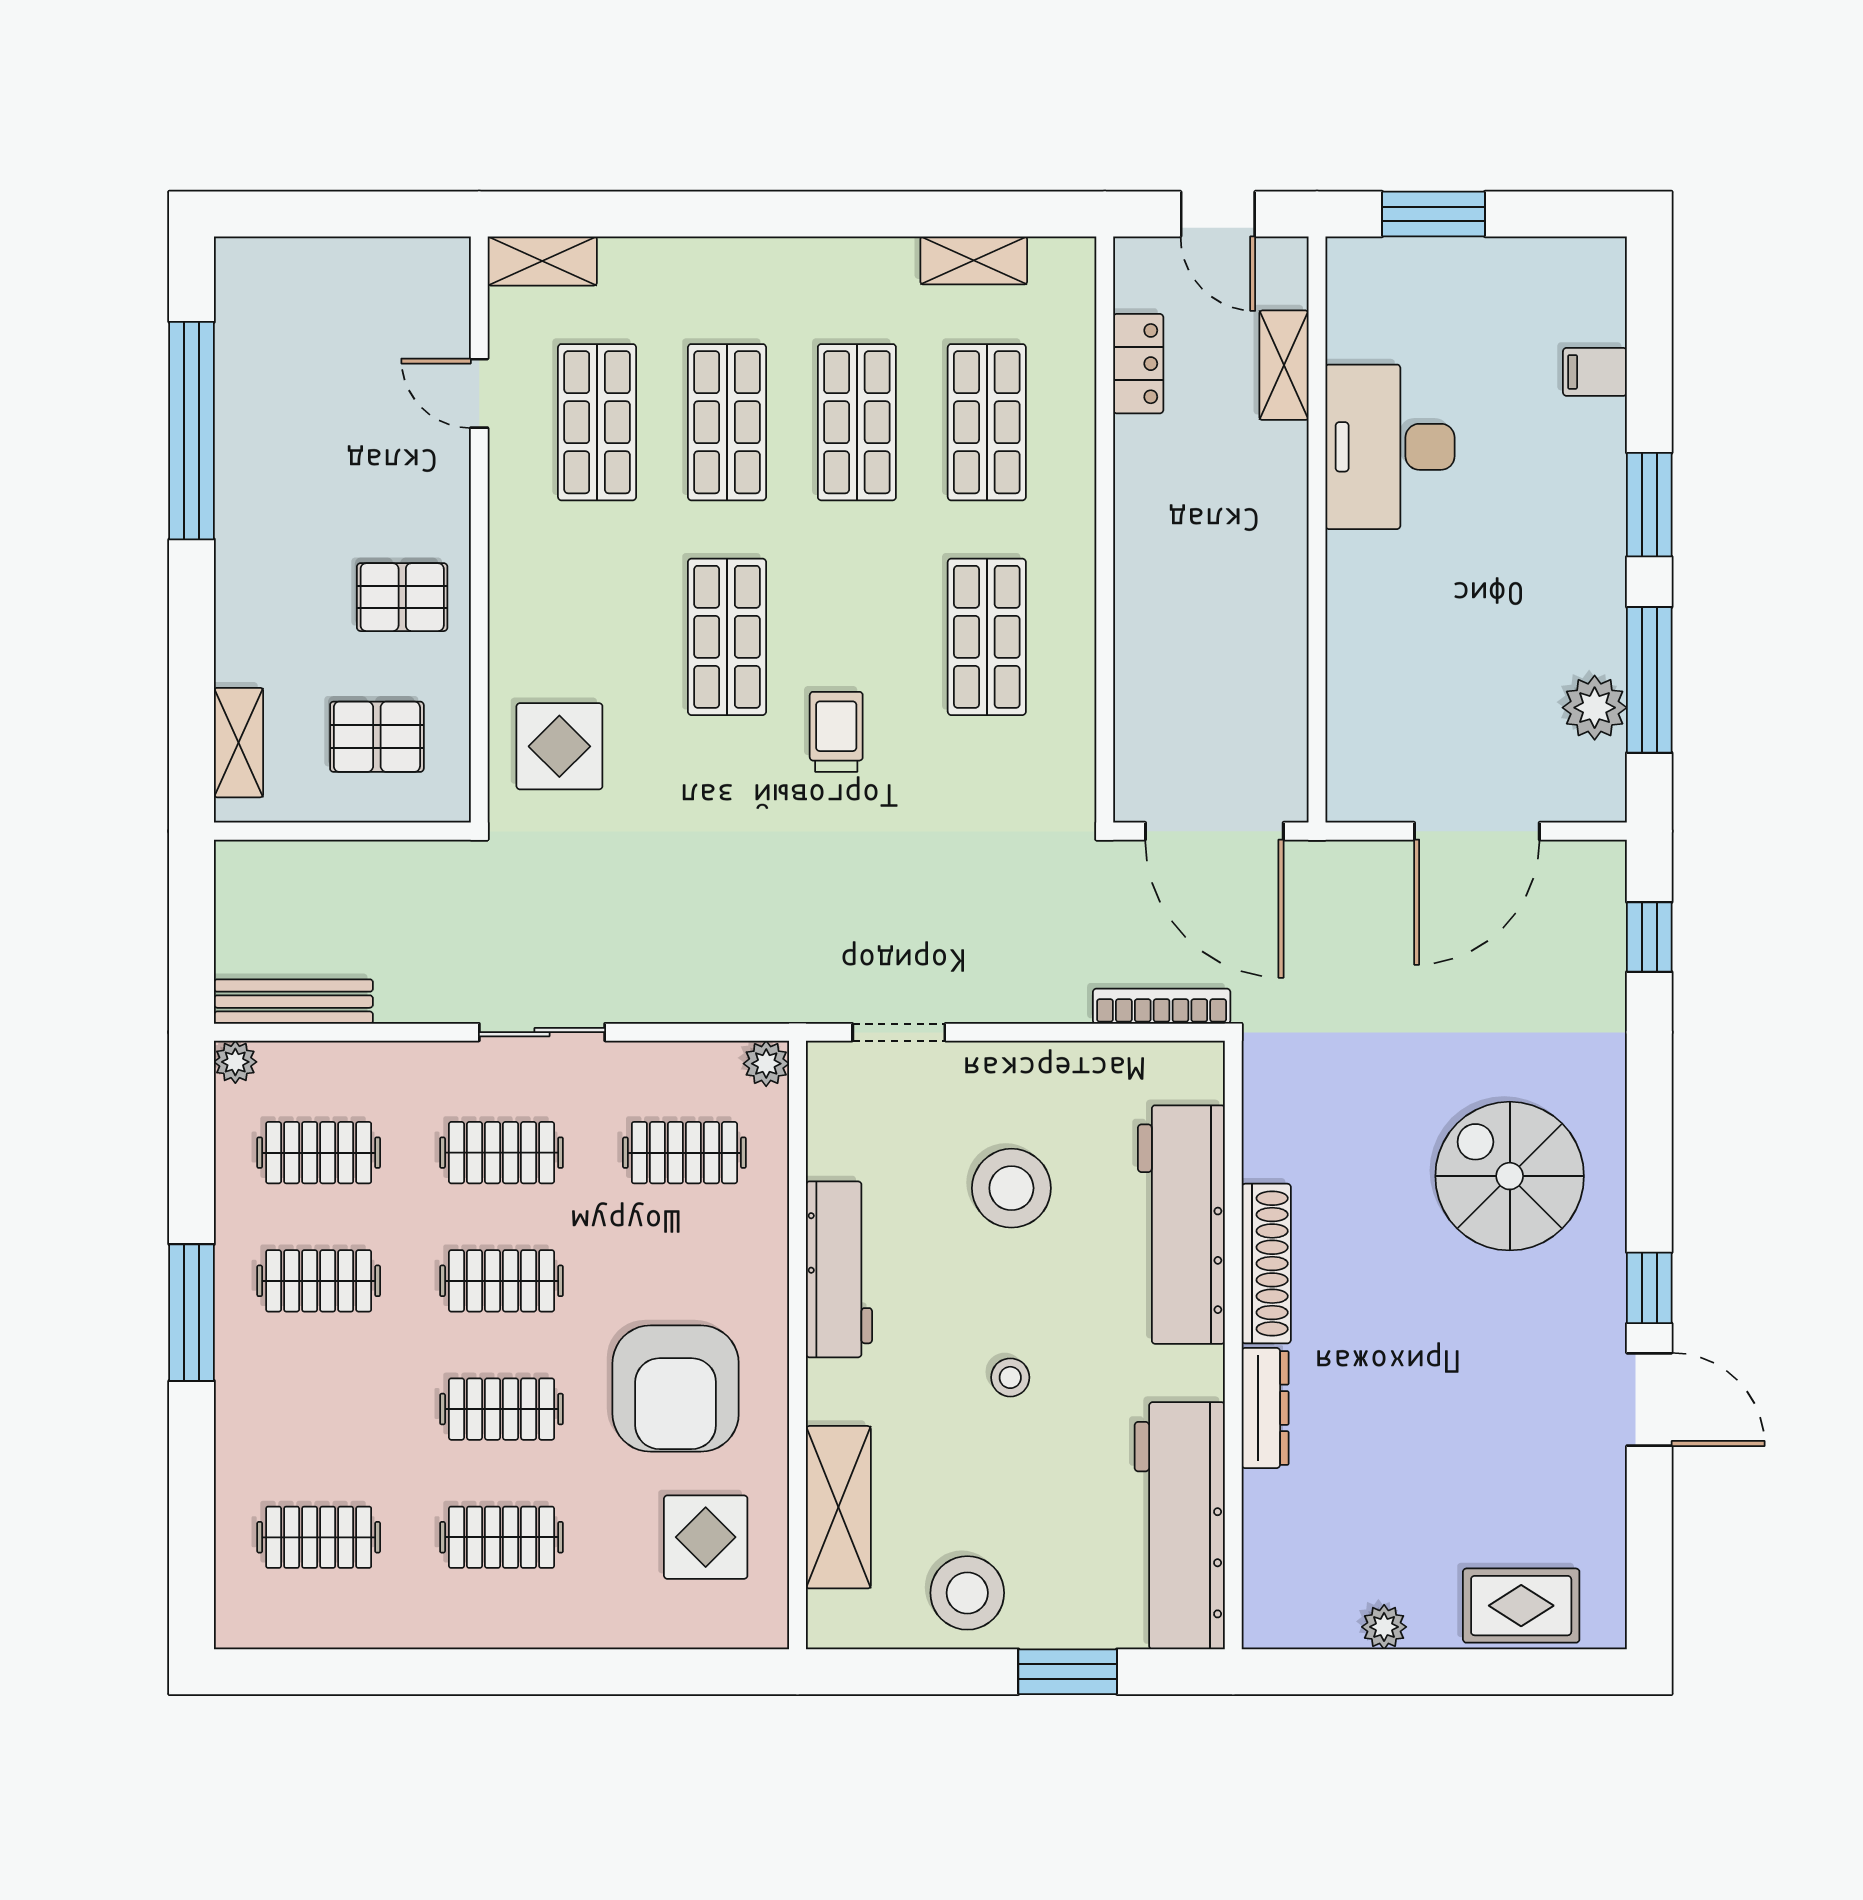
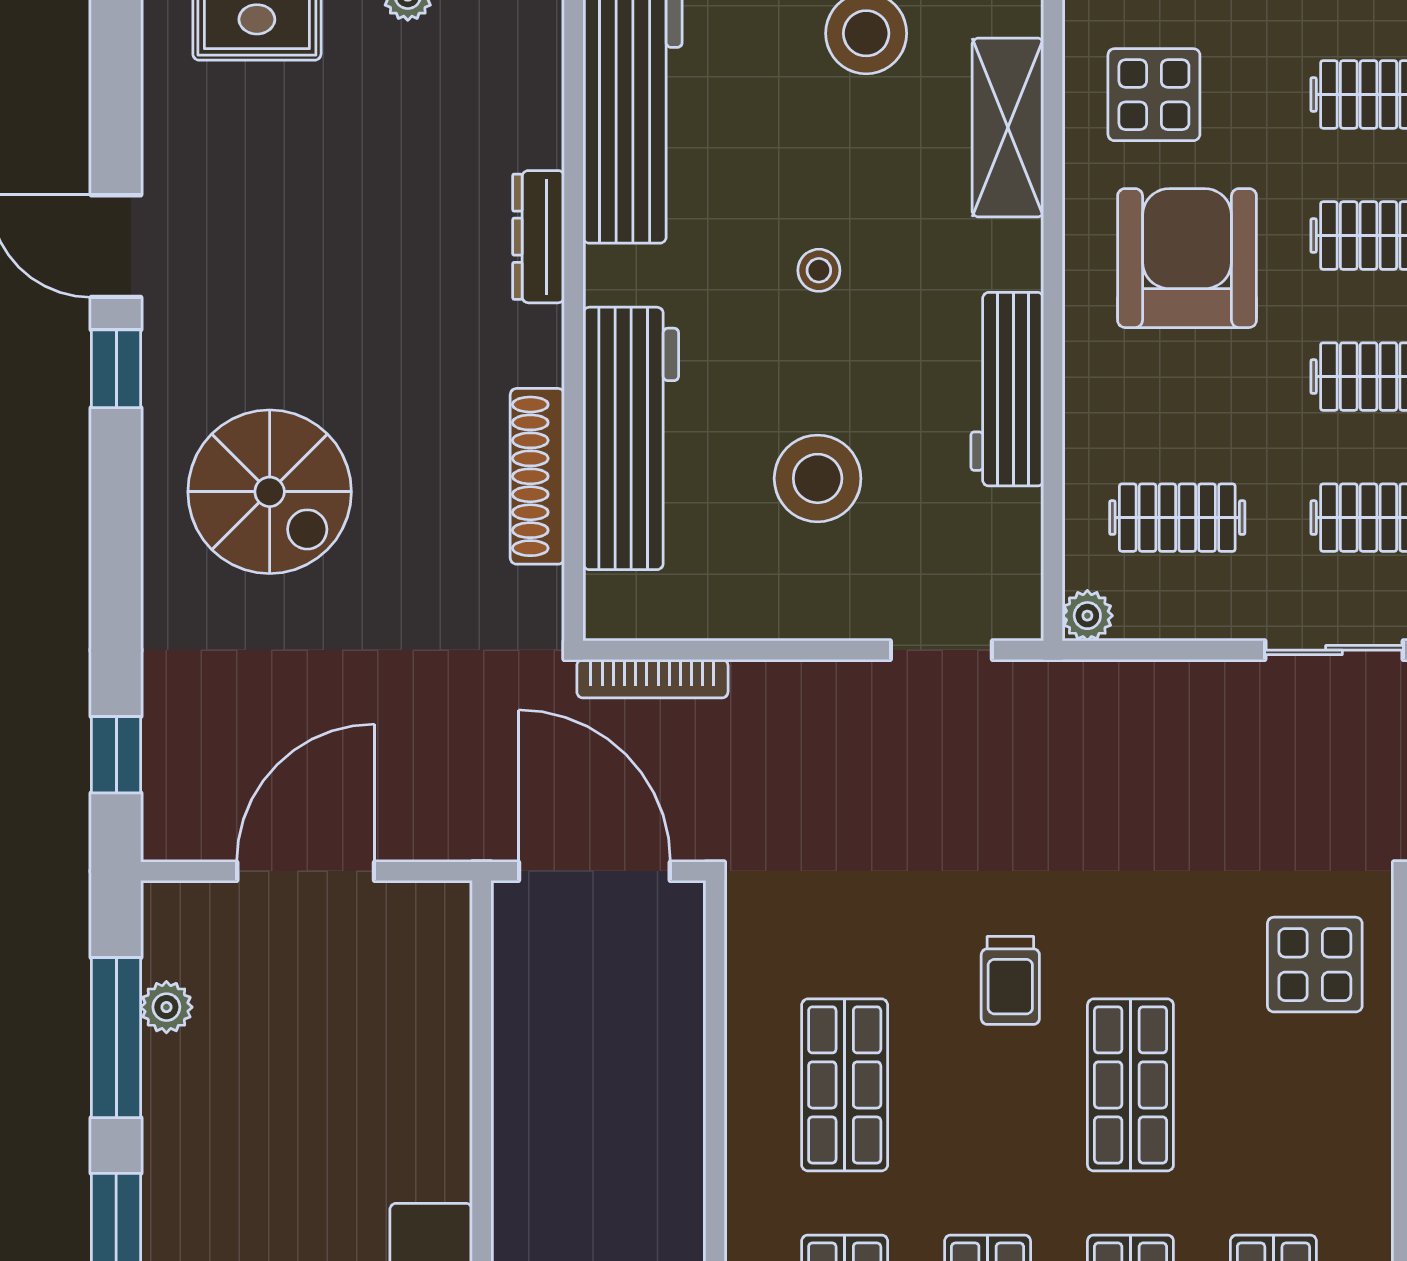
plant: (1595, 708) -> (166, 1007), width x0.73, depth x0.73
shoe rack: (1266, 1264) -> (537, 476), moved

